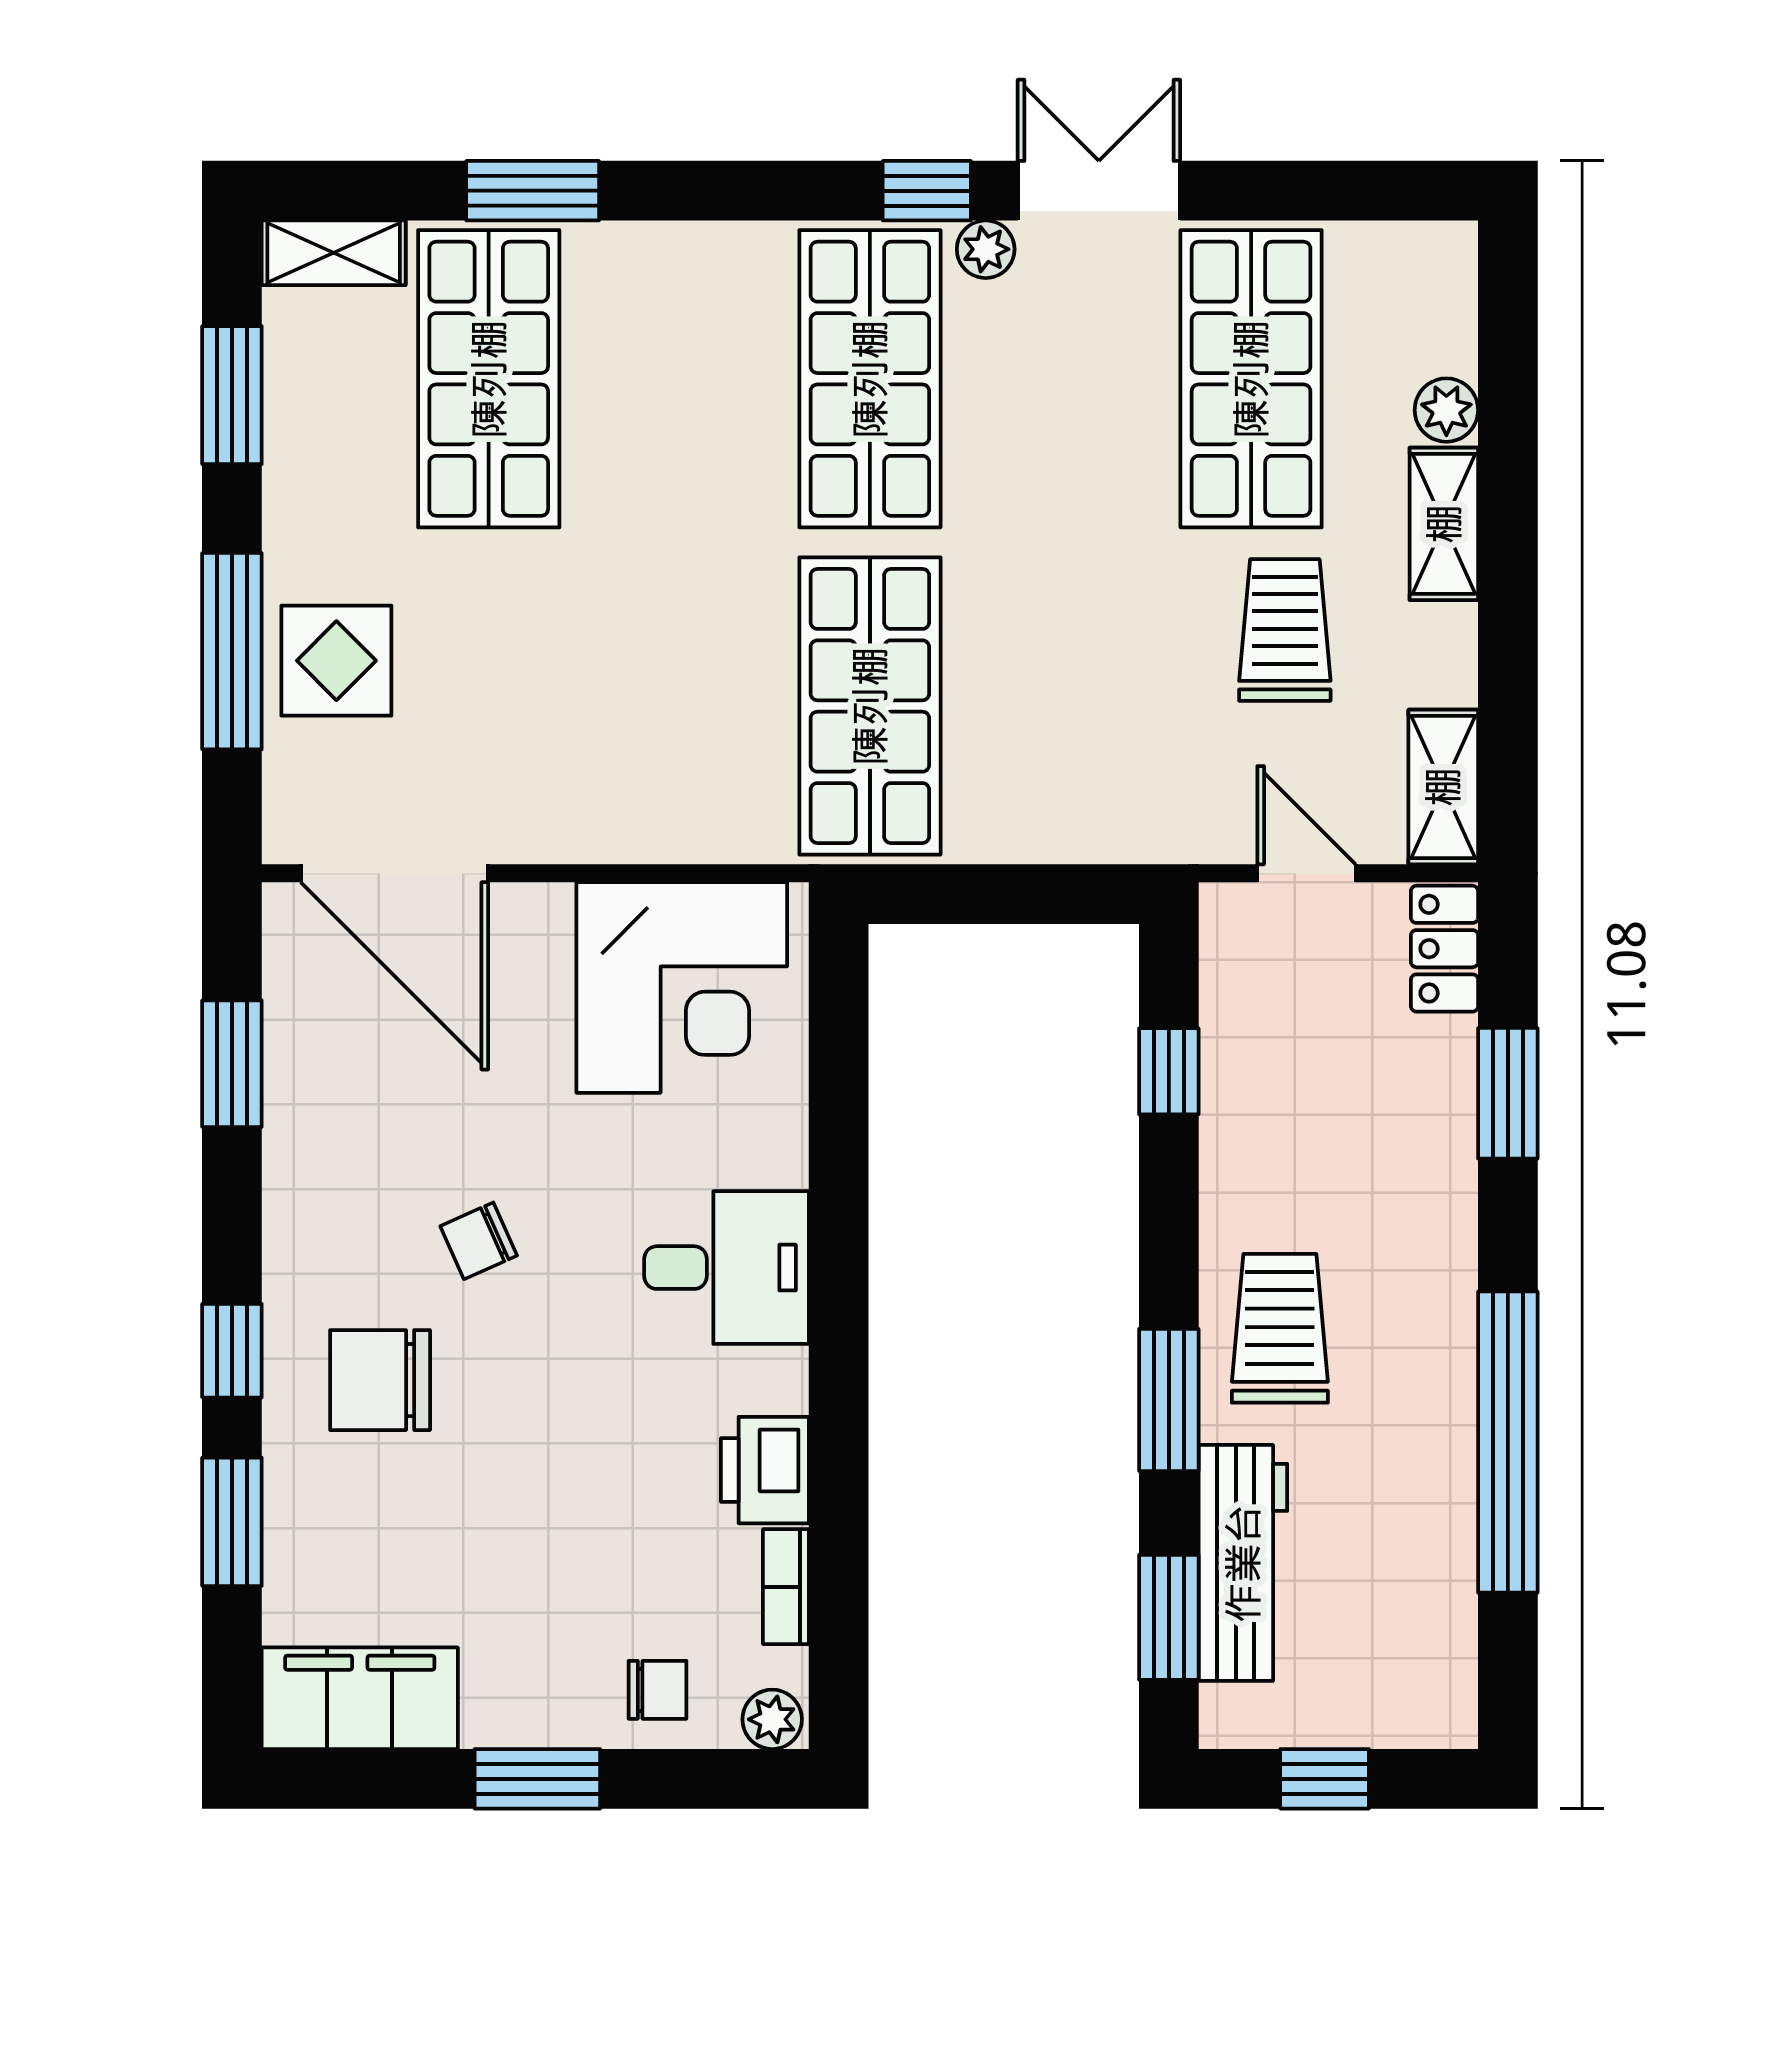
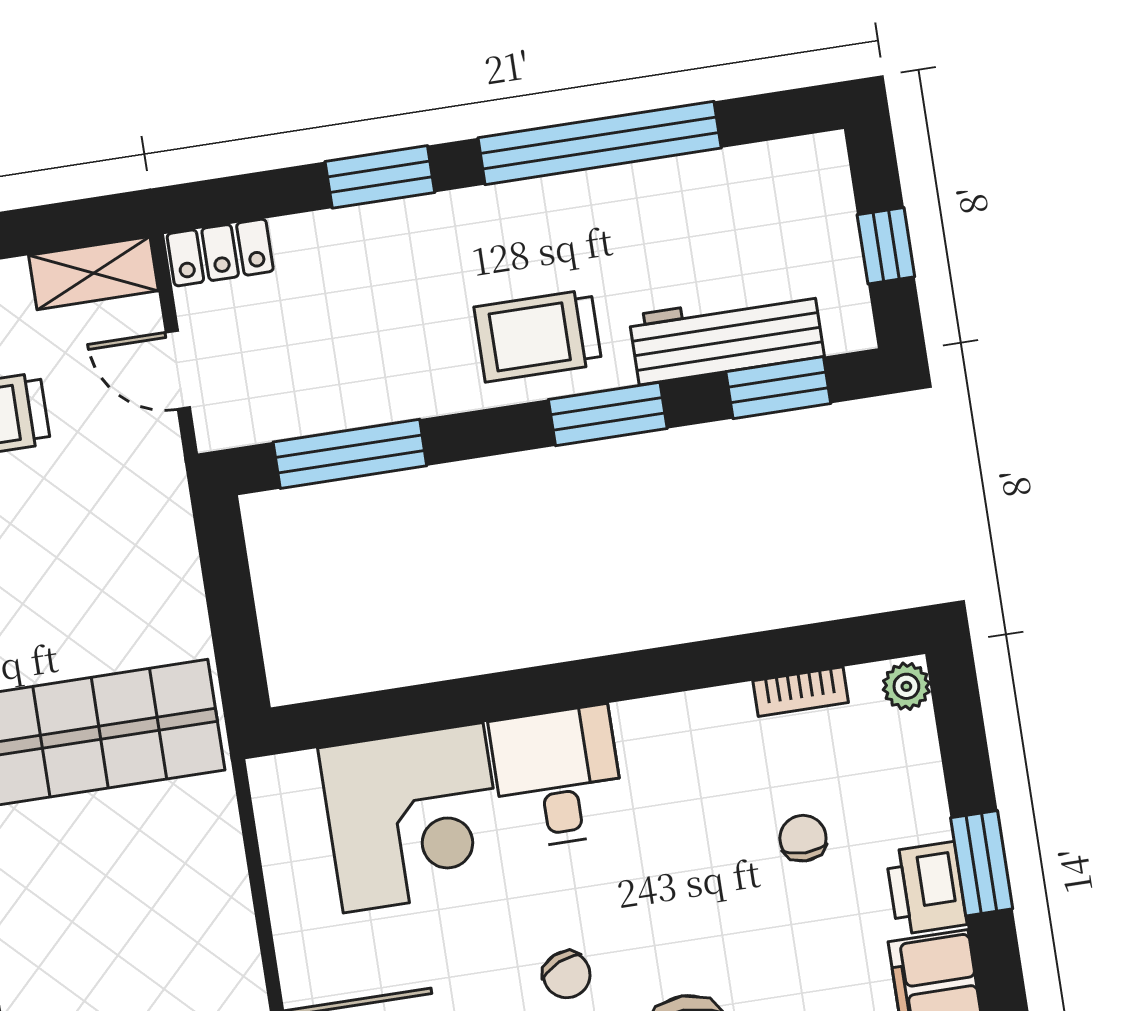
door: (1306, 873) -> (178, 370), hinge flipped
corner desk: (682, 988) -> (413, 818), moved, turned 90
window: (1169, 1071) -> (350, 454), width x2.17
window: (1508, 1093) -> (380, 177), moved
printer: (765, 1470) -> (926, 888), moved, turned 90
chair: (657, 1690) -> (803, 838), moved

